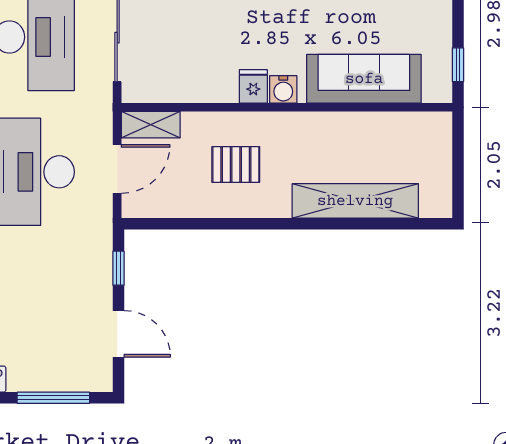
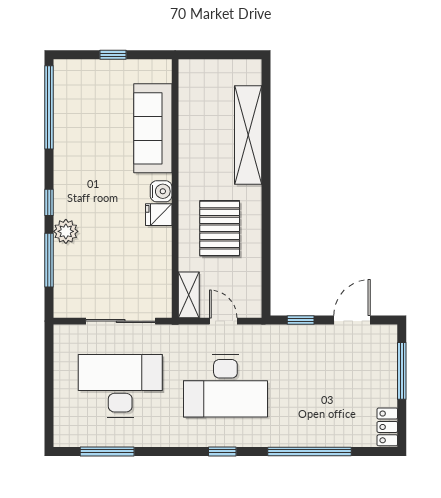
window: (458, 65) -> (113, 55), moved
pallet: (236, 164) -> (220, 228), width x1.50, depth x1.42
door: (117, 169) -> (223, 321), width x0.73

